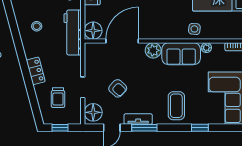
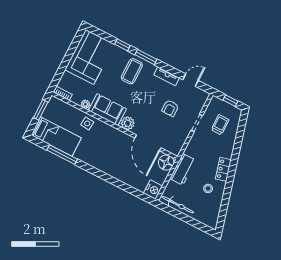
workbench: (73, 32) -> (183, 169), width x0.73
door: (122, 41) -> (148, 143), hinge flipped
locker: (36, 71) -> (223, 169), moved
armchair: (118, 88) -> (170, 108), turned -133
floor lamp: (93, 112) -> (199, 99), removed
window: (144, 128) -> (146, 57), moved

